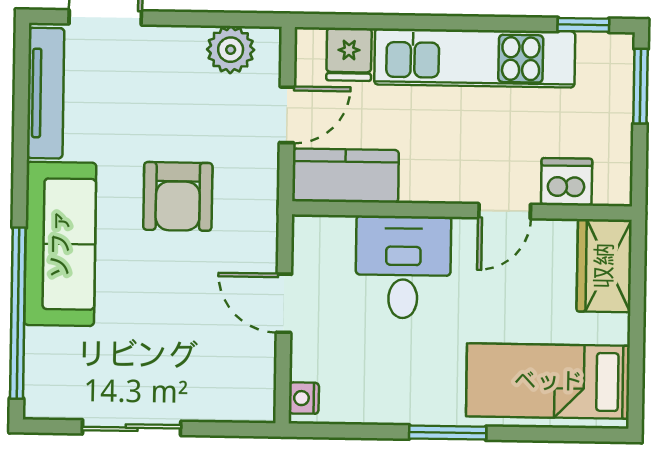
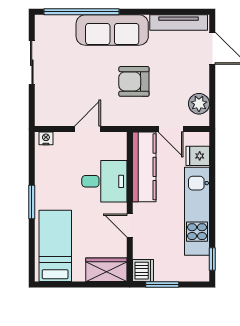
window: (641, 86) -> (162, 285), moved
kitchen counter: (345, 176) -> (144, 167), width x1.50
dishwasher: (567, 182) -> (143, 271), moved

